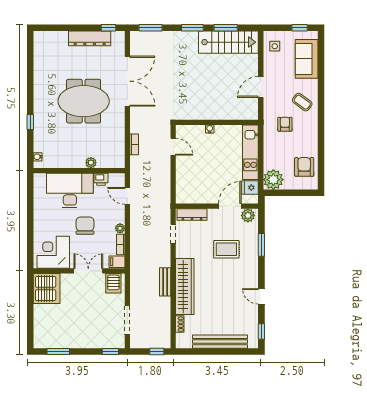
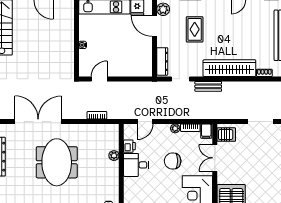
desk: (70, 191) -> (136, 165), width x0.53, depth x0.77
bench: (165, 282) -> (208, 86), moved

